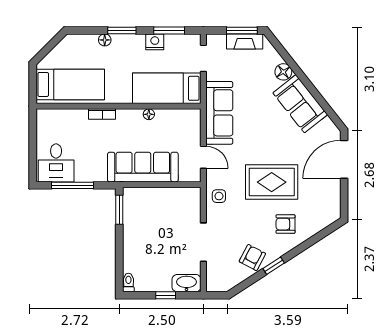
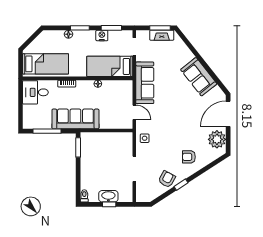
floor lamp: (283, 72) -> (188, 55), removed
desk: (56, 163) -> (35, 92), moved, turned 90
sofa: (143, 167) -> (75, 119), moved
rug: (272, 182) -> (180, 129), removed
plant: (328, 198) -> (217, 139), added
washbasin: (187, 283) -> (108, 196), moved

